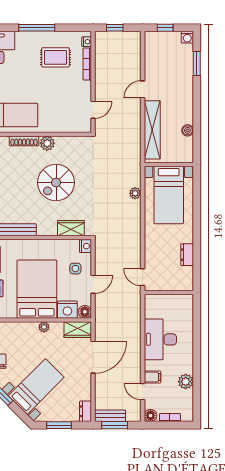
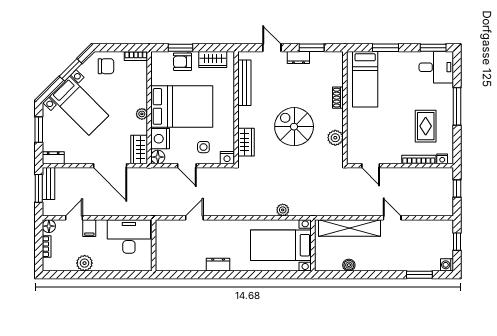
shoe rack: (24, 141) -> (338, 98), width x0.70
plant: (47, 143) -> (335, 138), moved
wall: (169, 293) -> (154, 245), moved

